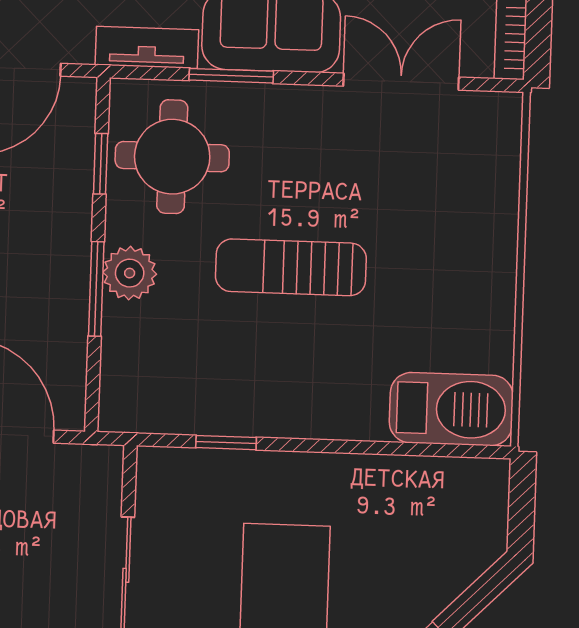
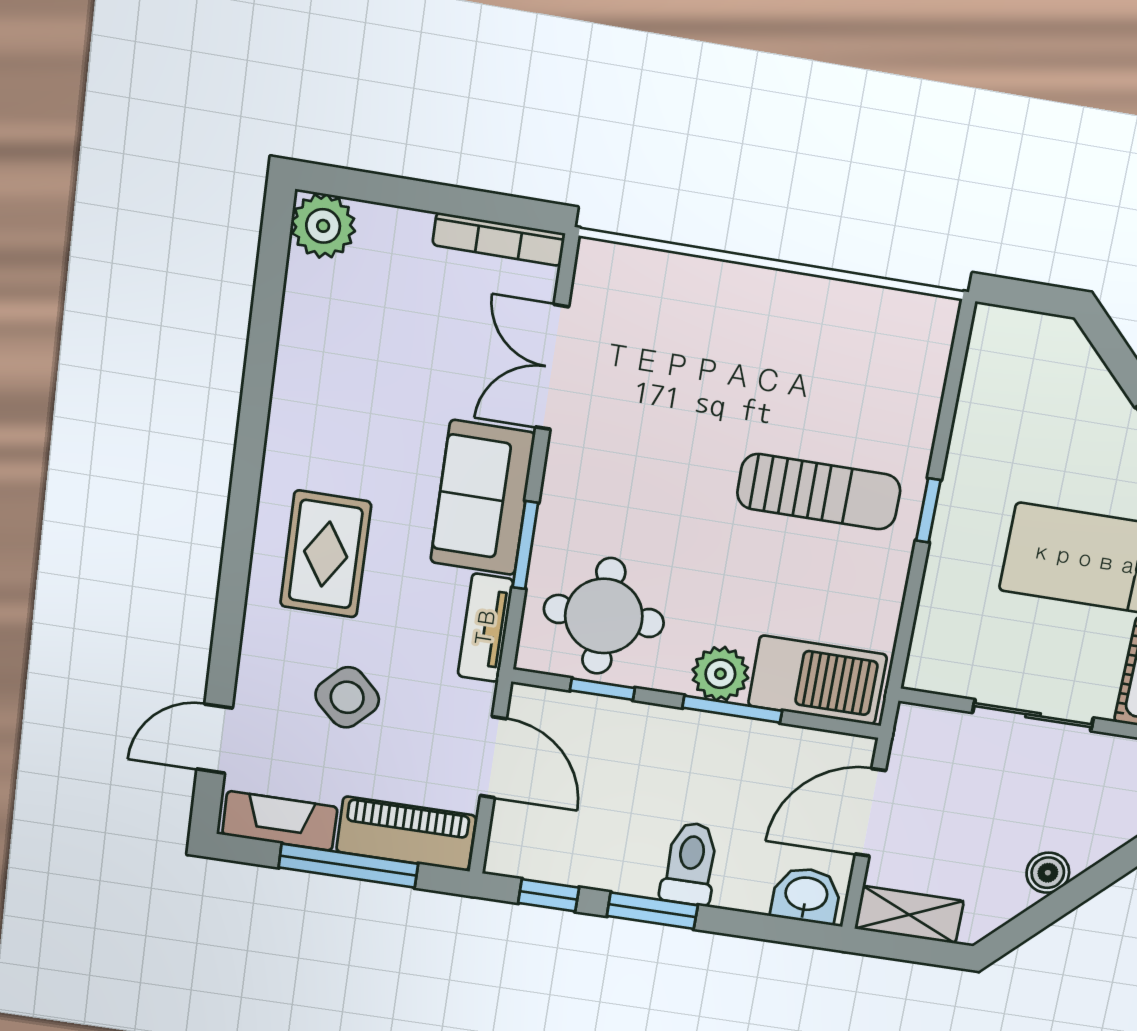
sun lounger: (291, 267) -> (819, 492), moved, turned -90
barbecue: (451, 409) -> (817, 680), moved, turned 90
window: (226, 443) -> (928, 510), moved

